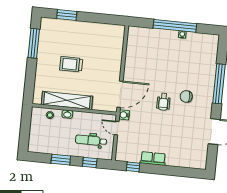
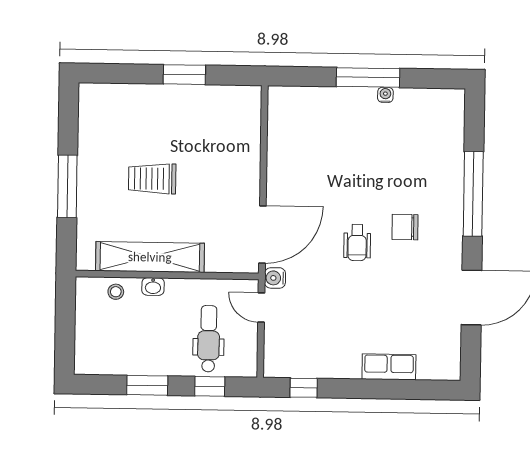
window: (67, 15) -> (184, 75), moved
window: (175, 26) -> (368, 77), width x0.68
window: (34, 43) -> (67, 186), moved
dental chair: (91, 140) -> (209, 339), turned 90
row of seats: (153, 158) -> (389, 367), moved

